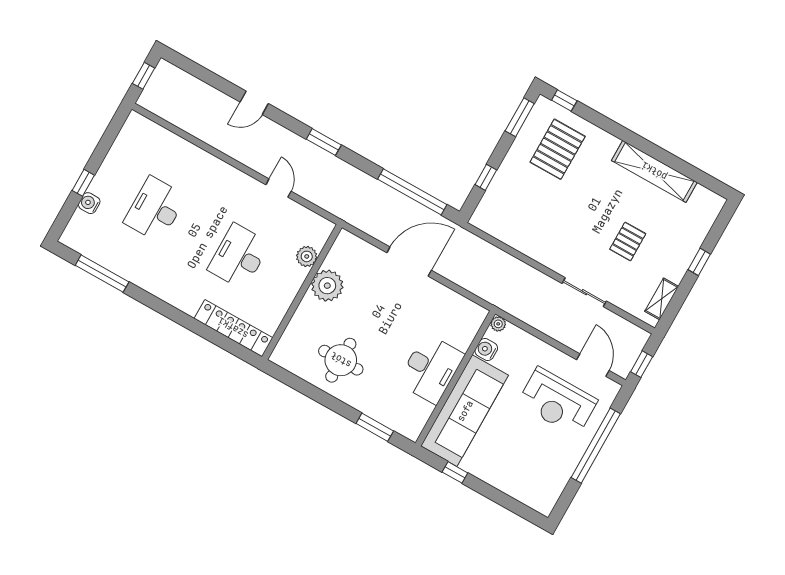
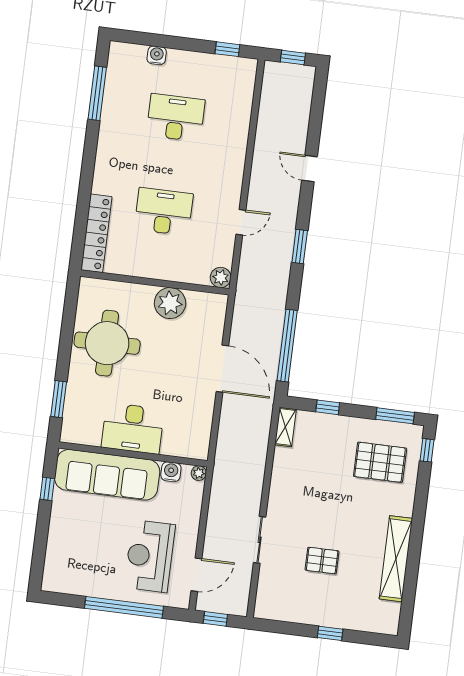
window: (83, 183) -> (227, 49), moved
plant: (307, 256) -> (221, 277), moved
shelving: (662, 299) -> (285, 427), moved, turned 90
round table: (341, 360) -> (107, 343), width x1.36, depth x1.36

